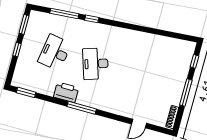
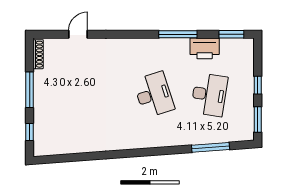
window: (92, 19) -> (174, 150), removed
printer: (66, 92) -> (205, 48), moved
window: (82, 108) -> (178, 34), moved

